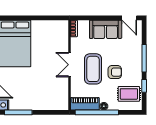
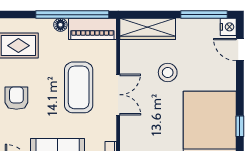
armchair: (115, 72) -> (16, 98), moved, turned 90
stool: (40, 78) -> (168, 72), added
wardrobe: (52, 104) -> (148, 29), added

